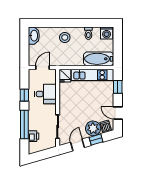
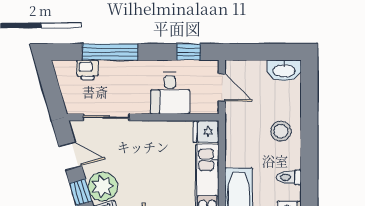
window: (24, 95) -> (188, 52), moved

